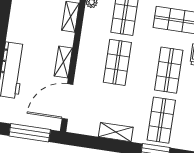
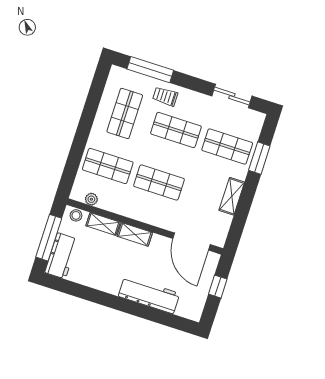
shelving: (63, 62) -> (135, 234), moved
window: (30, 133) -> (218, 287), width x0.46

